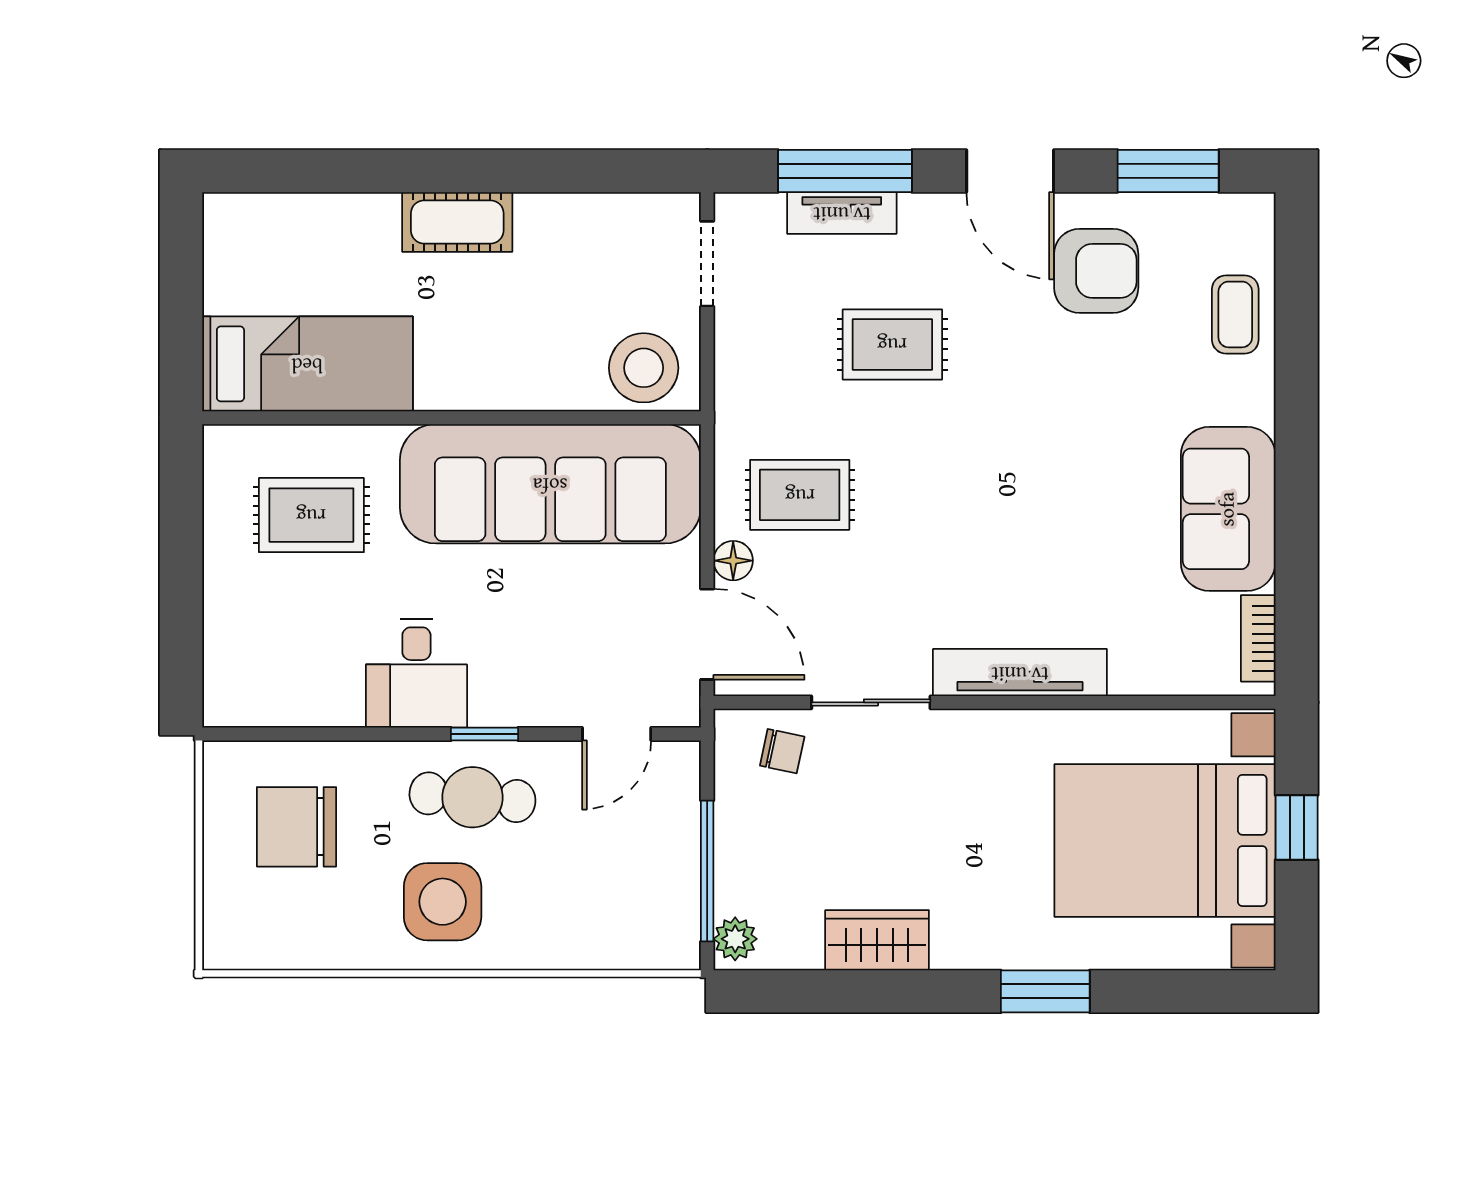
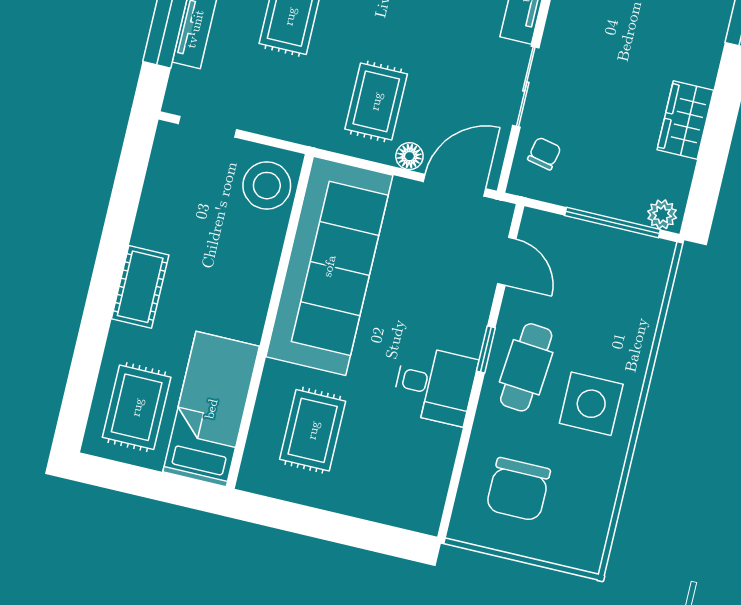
rug: (285, 257) -> (137, 407), added

